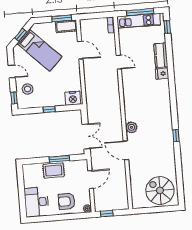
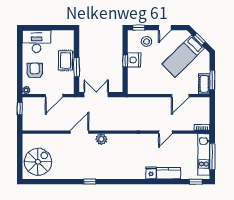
nightstand: (73, 98) -> (134, 60), moved
double door: (86, 136) -> (96, 95), swing flipped
door: (91, 180) -> (54, 96), hinge flipped

